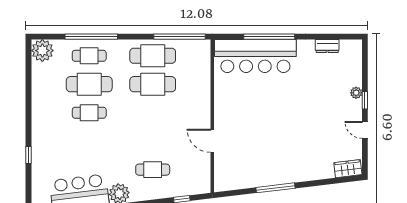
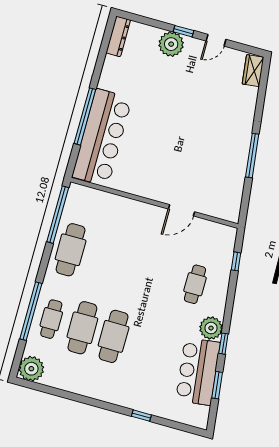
dresser: (327, 46) -> (118, 36), moved, width x1.44
cafe table: (153, 84) -> (102, 258), removed
plant: (356, 93) -> (171, 44), width x1.87, depth x1.87
cafe table: (89, 113) -> (114, 336), width x1.37, depth x1.35

